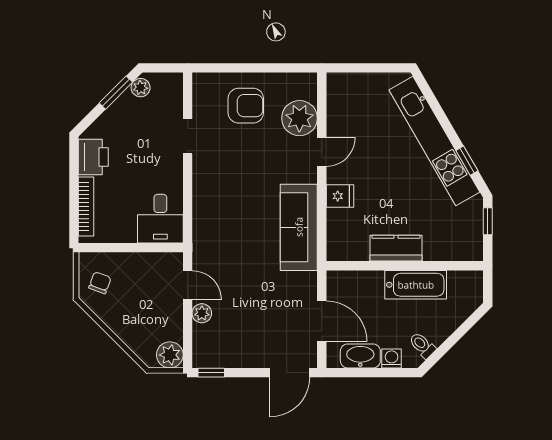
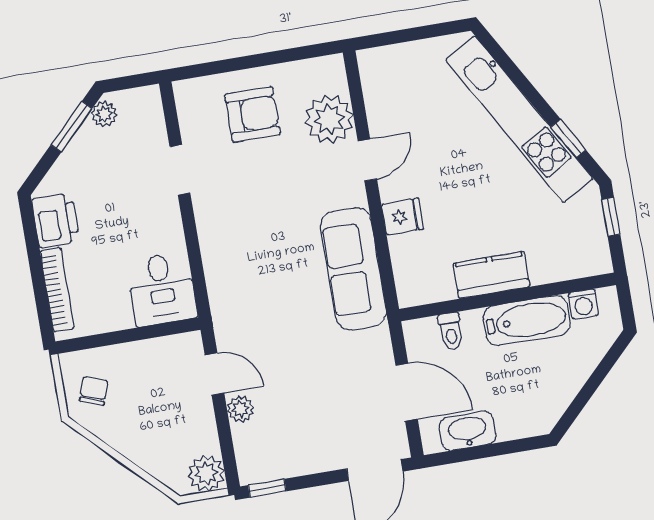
toilet: (422, 345) -> (451, 331), moved, turned -135
washing machine: (392, 358) -> (583, 304), moved, turned 180

